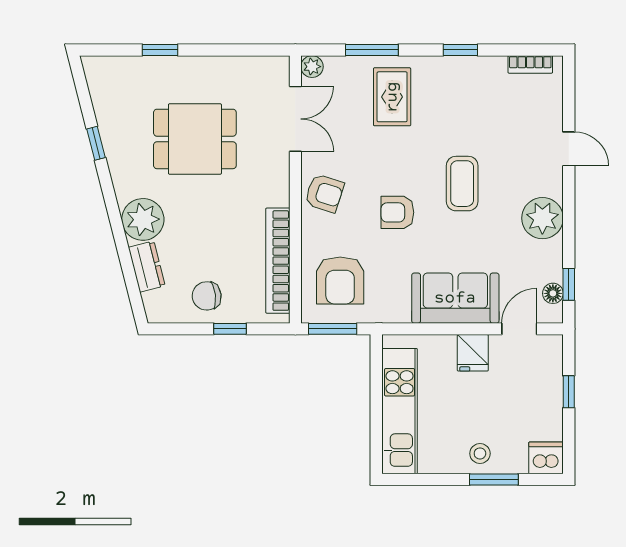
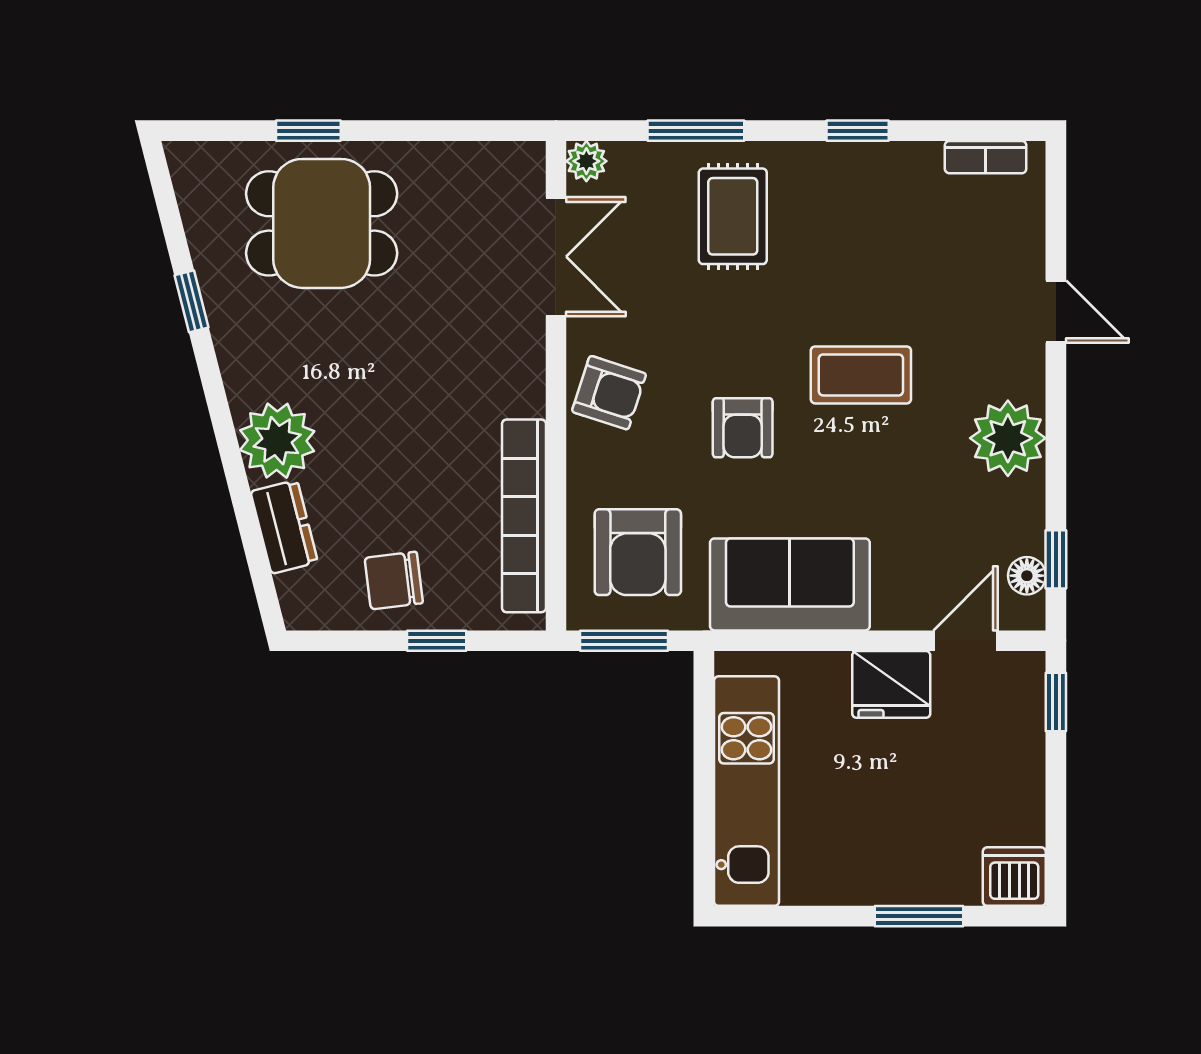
dining table: (195, 139) -> (322, 223), moved
coffee table: (462, 184) -> (861, 375), turned 90
armchair: (397, 212) -> (743, 428), turned -90
sofa: (455, 298) -> (790, 584), moved
fridge: (473, 353) -> (891, 684), width x1.38
window: (569, 392) -> (1056, 702), moved
stool: (480, 453) -> (893, 868), removed

